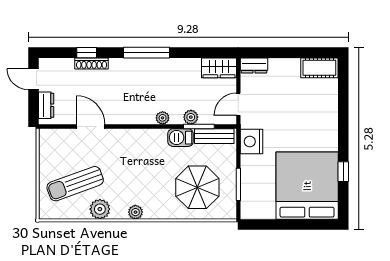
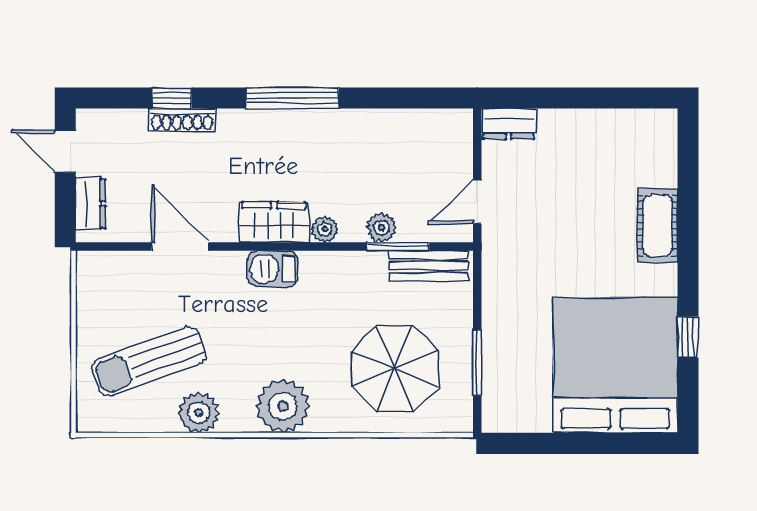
wardrobe: (219, 68) -> (274, 222), moved, turned 180
cot: (319, 68) -> (657, 226), moved, turned 90
barbecue: (181, 138) -> (273, 269), moved
nightstand: (252, 142) -> (504, 277), removed
plant: (135, 212) -> (283, 406), width x1.87, depth x1.87

